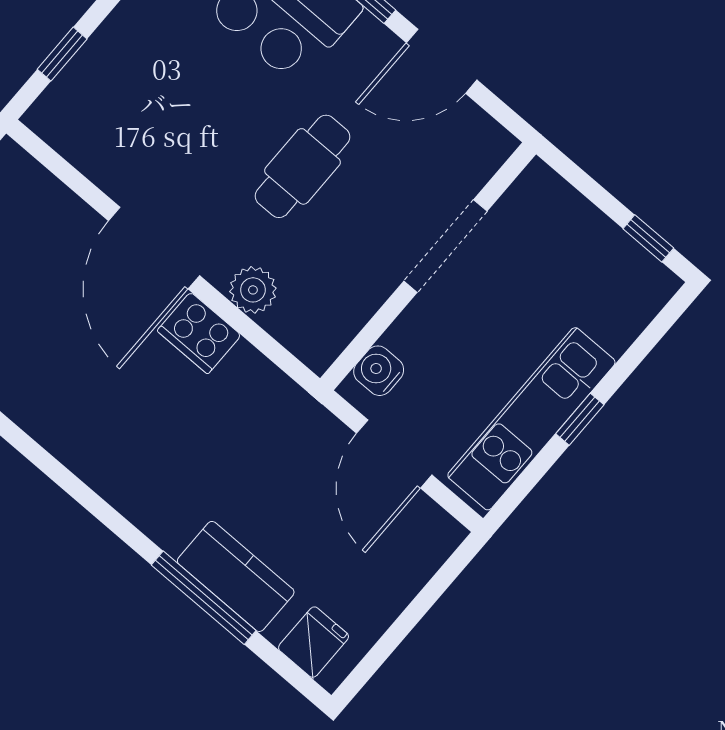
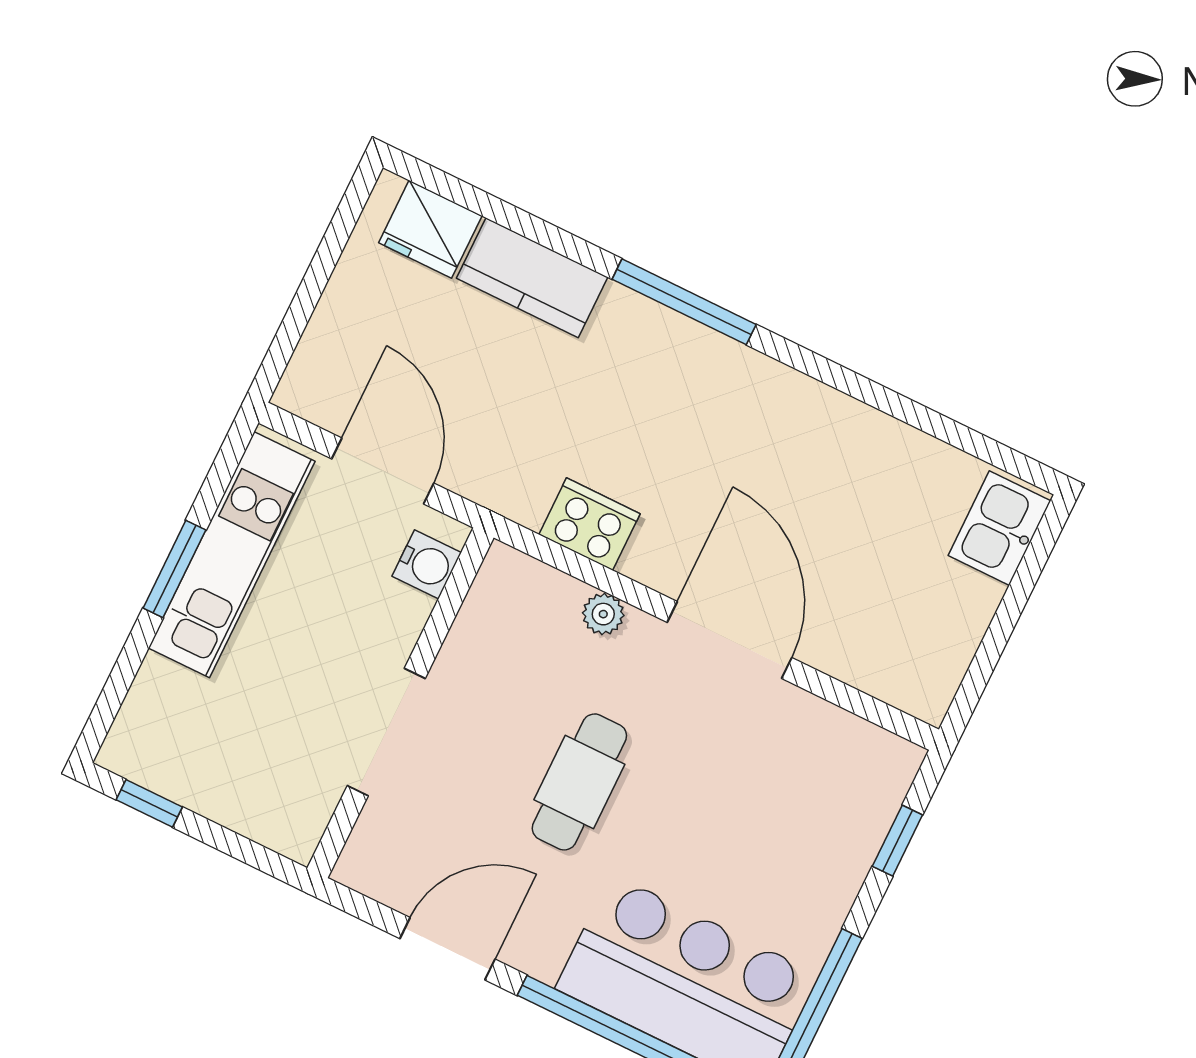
plant: (253, 290) -> (603, 614), width x0.73, depth x0.73
cooker: (199, 333) -> (589, 524), moved
window: (580, 419) -> (174, 569), width x1.50
window: (204, 598) -> (684, 302), moved
fridge: (314, 642) -> (430, 229), width x1.38

